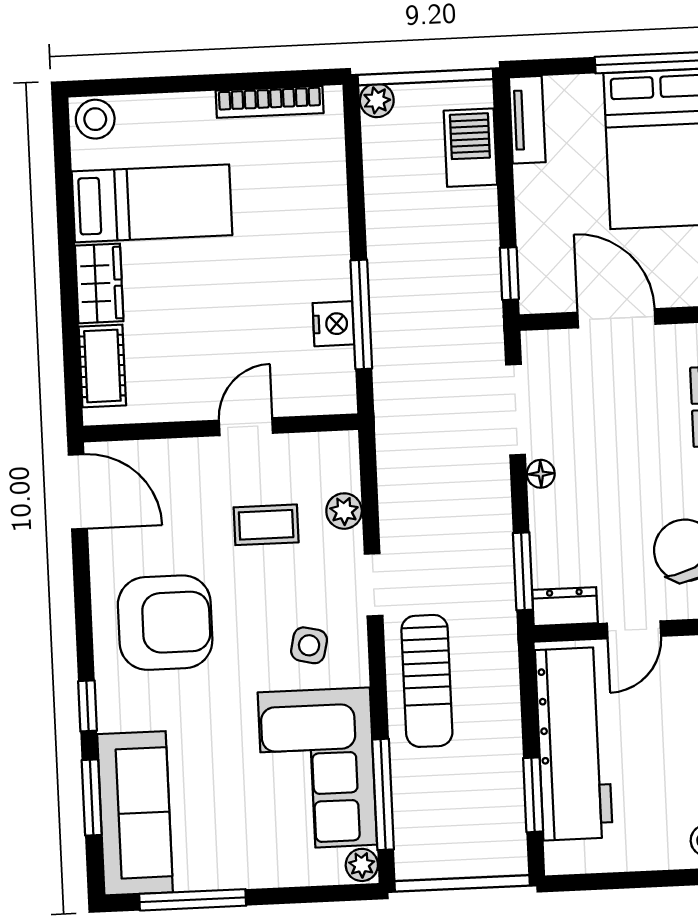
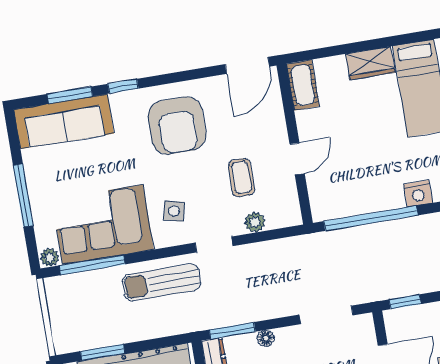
window: (361, 314) -> (371, 218), width x1.46
nightstand: (333, 324) -> (418, 193), moved
cot: (102, 366) -> (303, 85), moved, turned 90
door: (246, 427) -> (297, 159), hinge flipped
floor lamp: (541, 474) -> (266, 338), moved
window: (193, 900) -> (23, 195), moved

